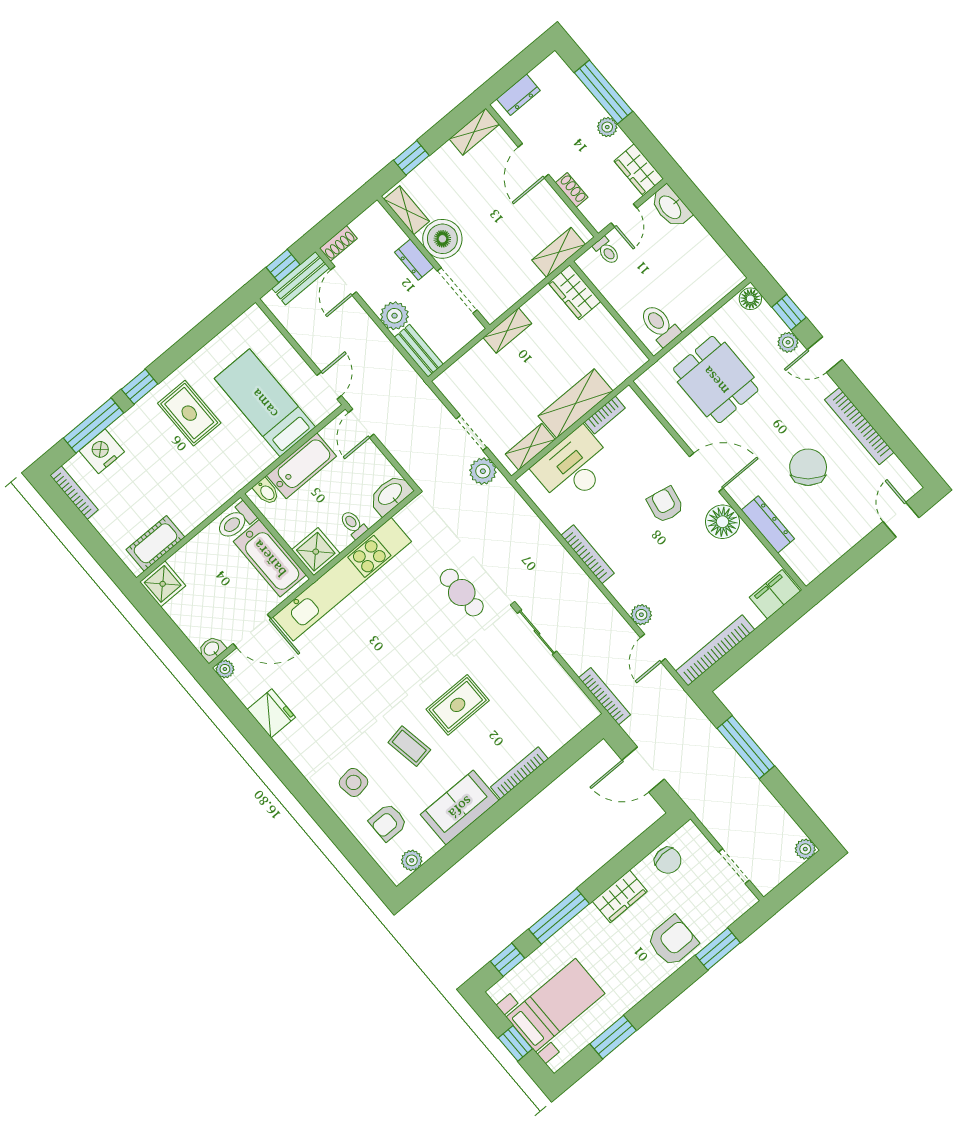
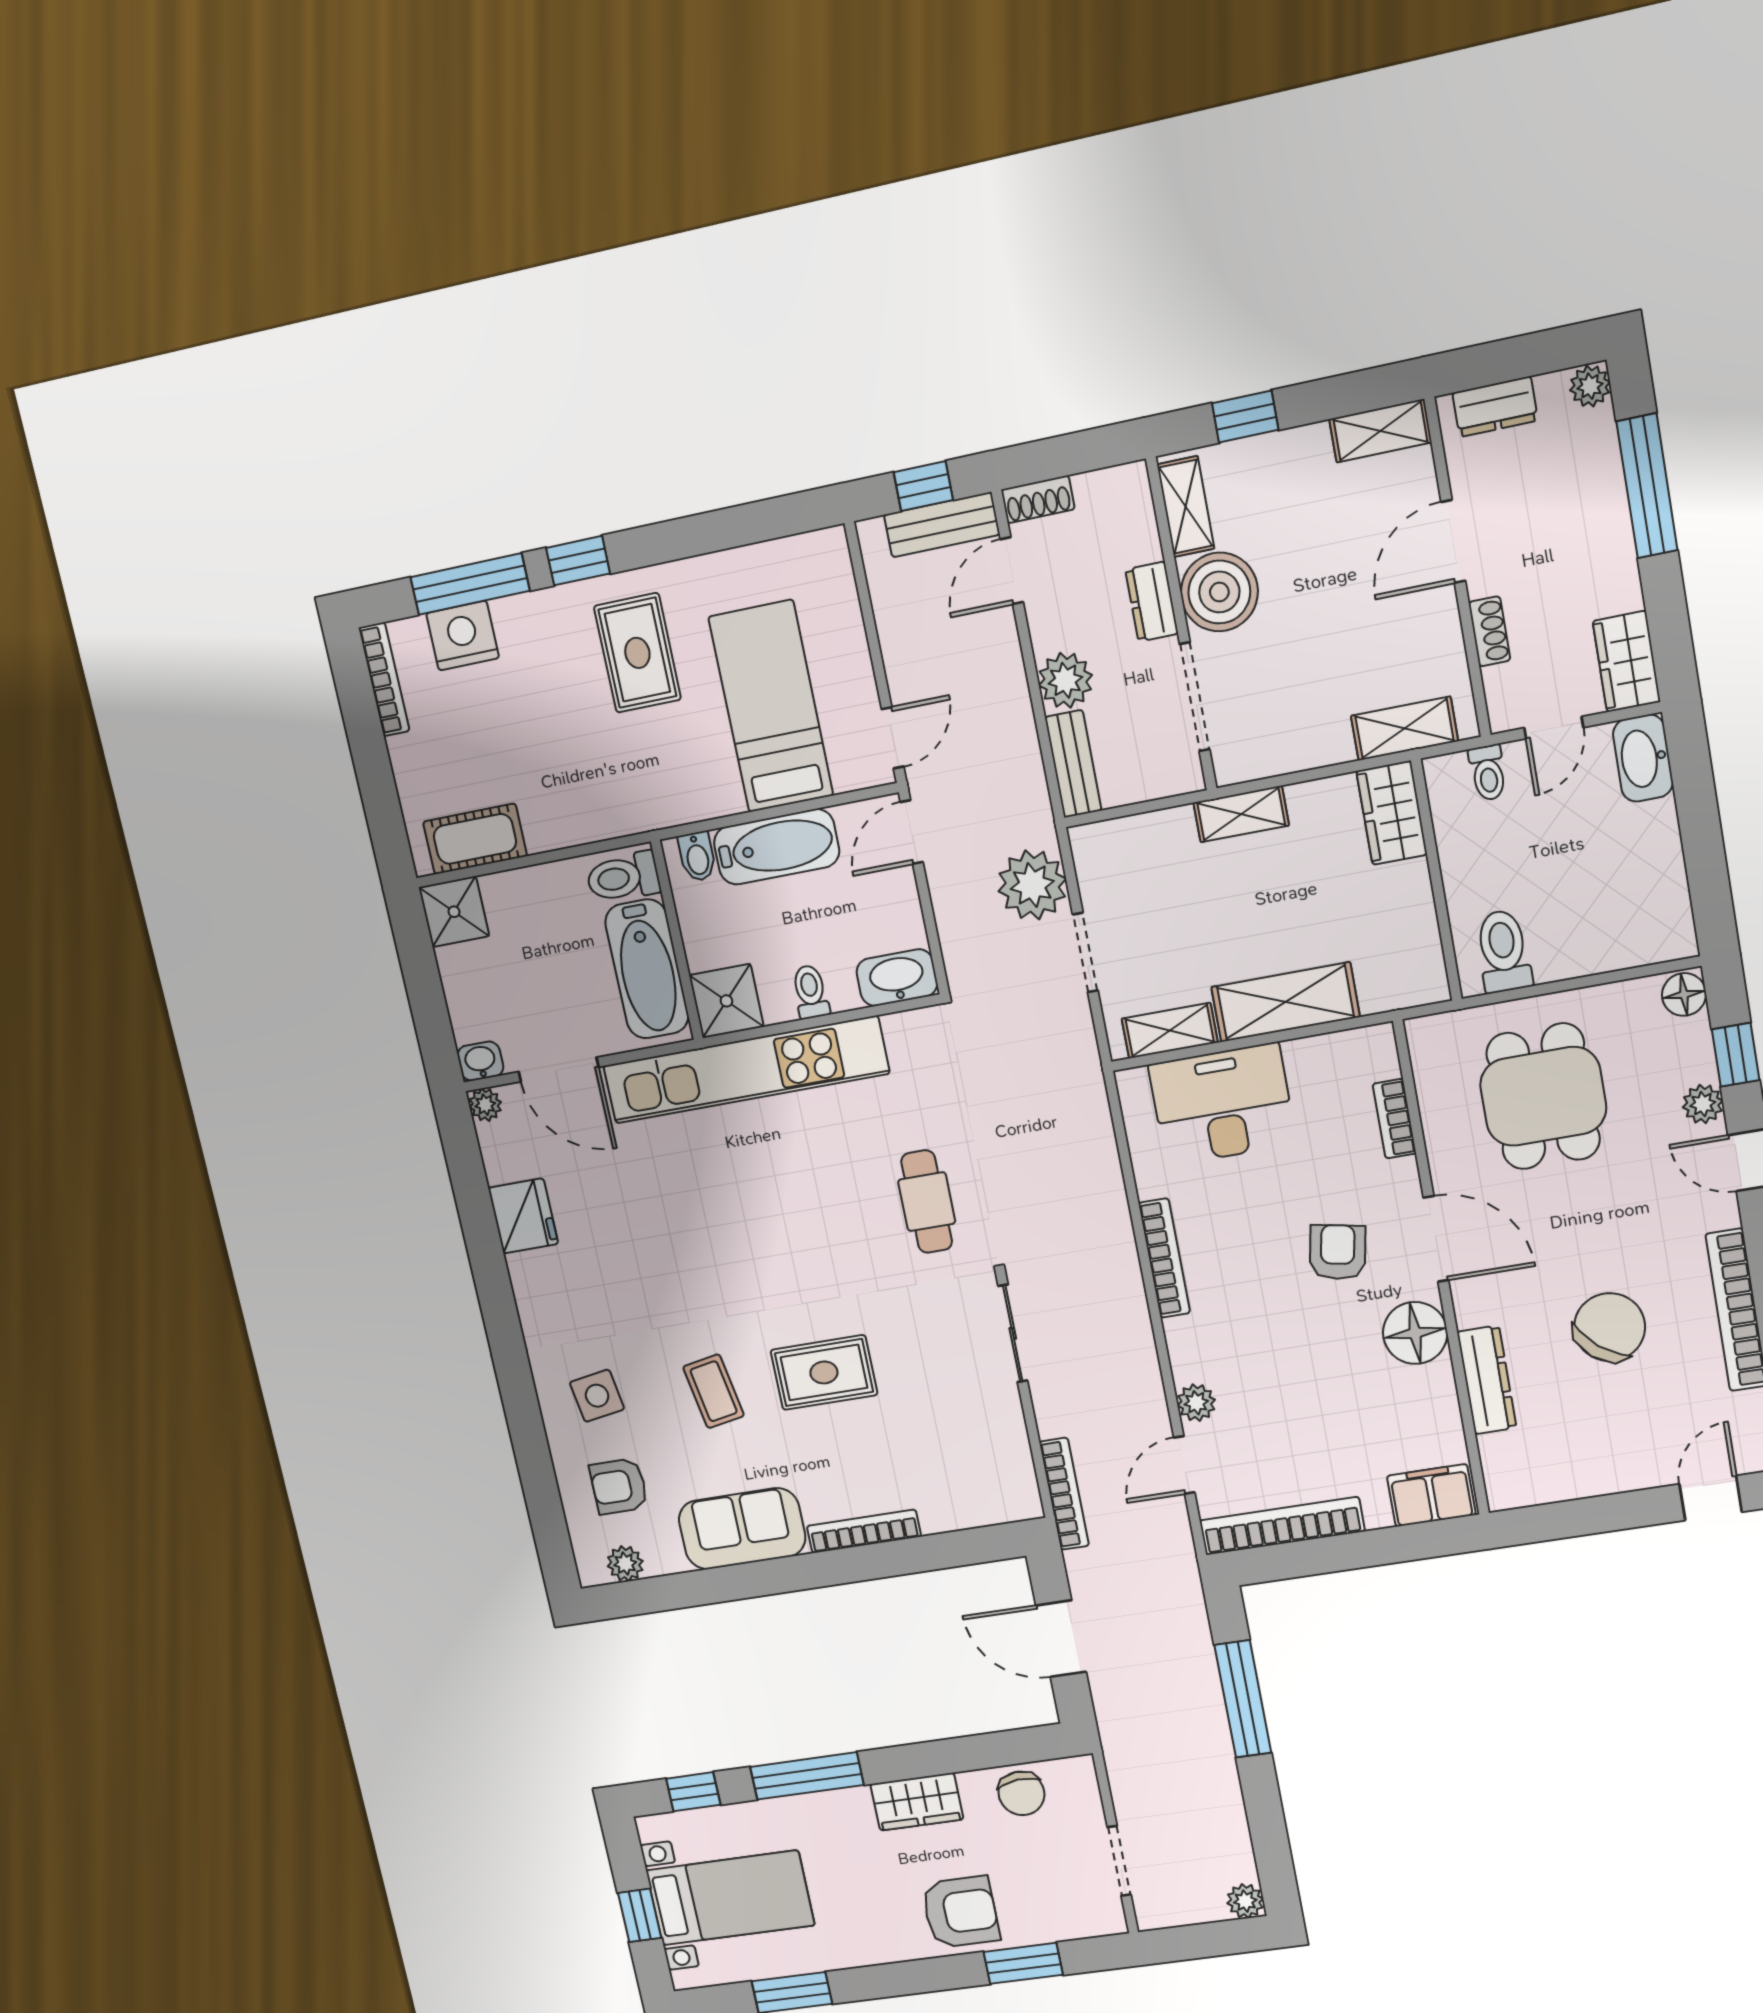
plant: (607, 127) -> (1590, 386), moved
bookcase: (605, 415) -> (1394, 1119), moved, turned 90
plant: (483, 471) -> (1032, 885), moved, width x1.36, depth x1.36

